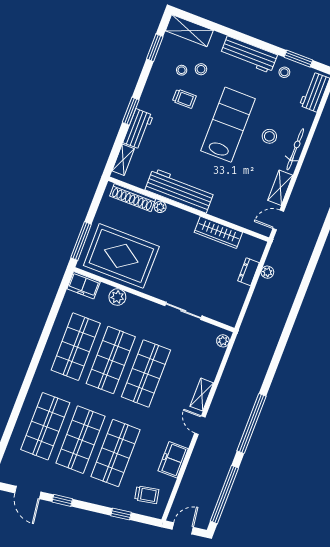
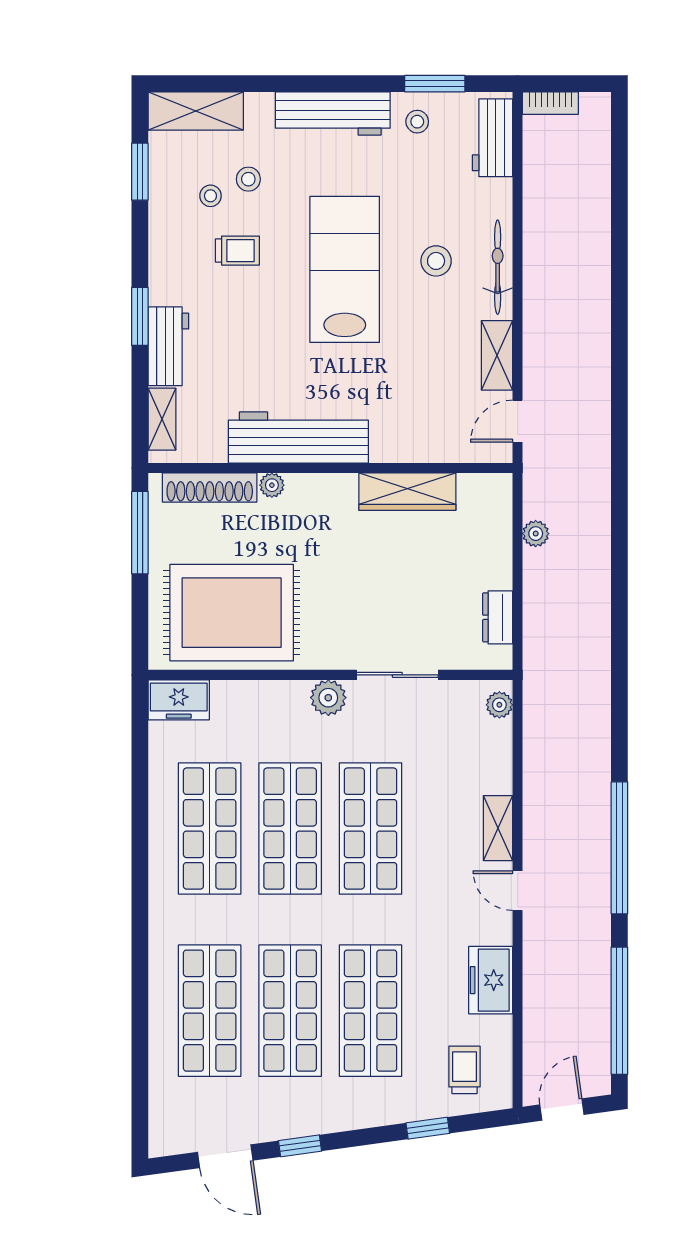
window: (81, 241) -> (140, 533), moved
dresser: (248, 272) -> (498, 617), moved
plant: (117, 297) -> (328, 698), moved
trolley: (147, 495) -> (464, 1070), turned -79

